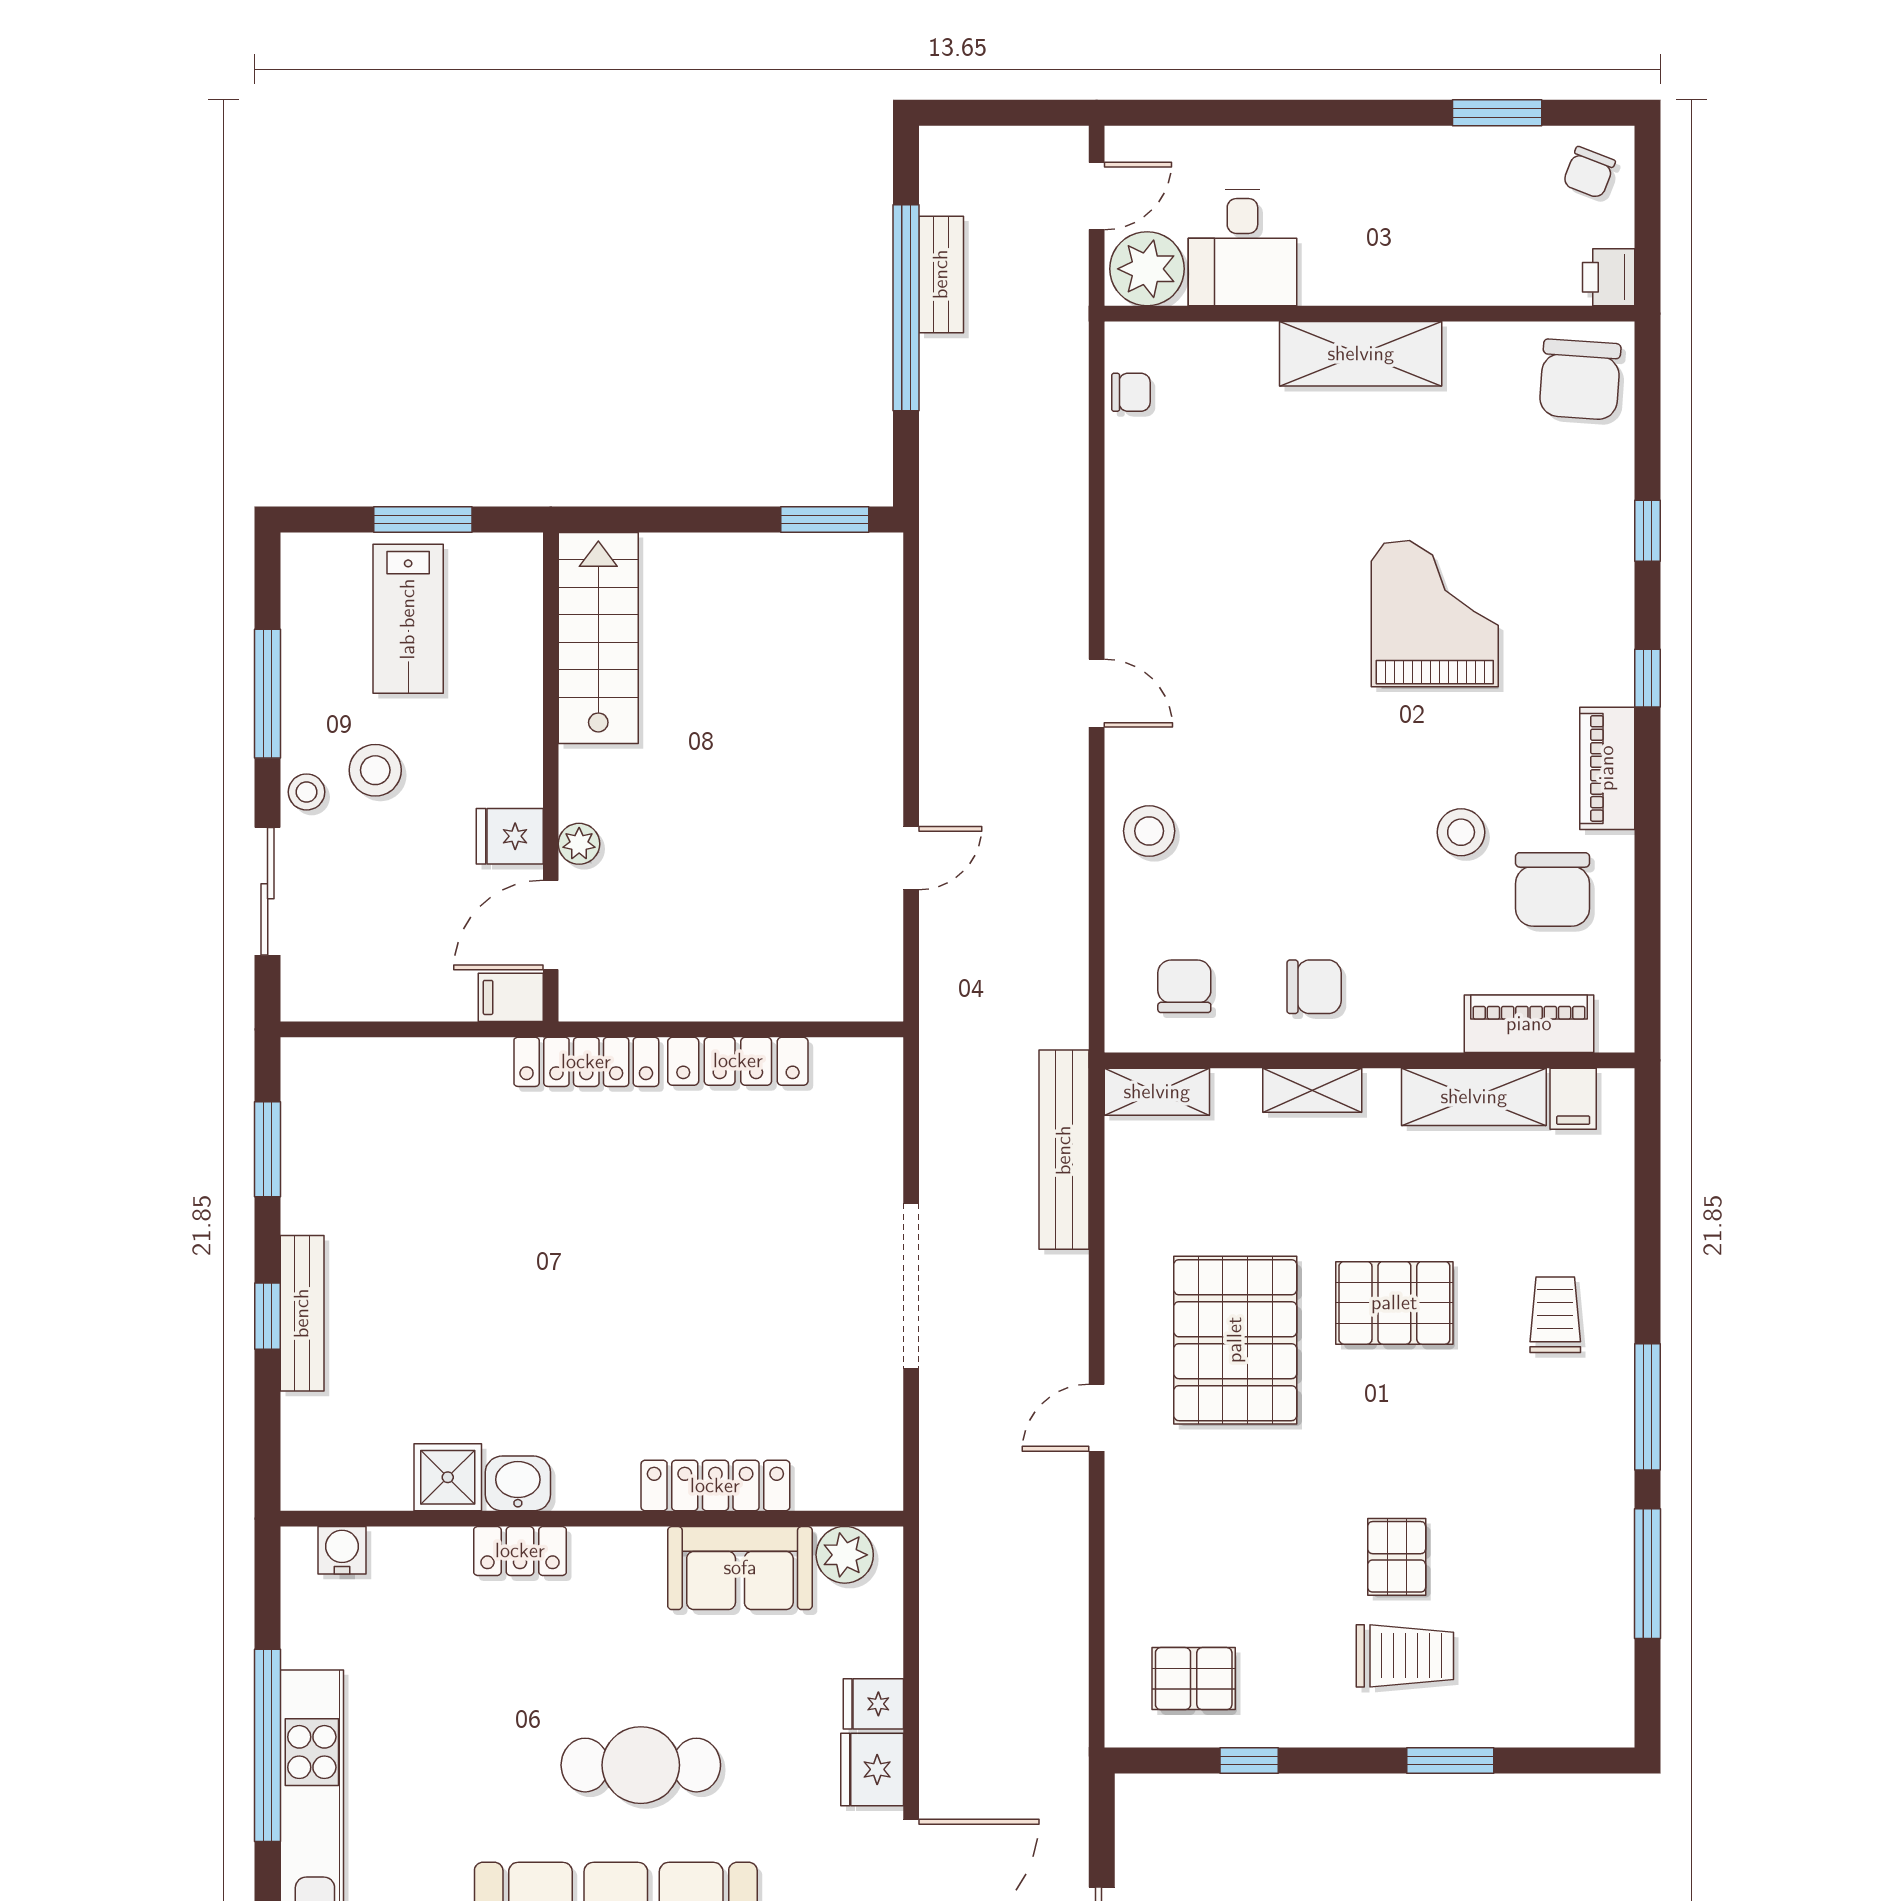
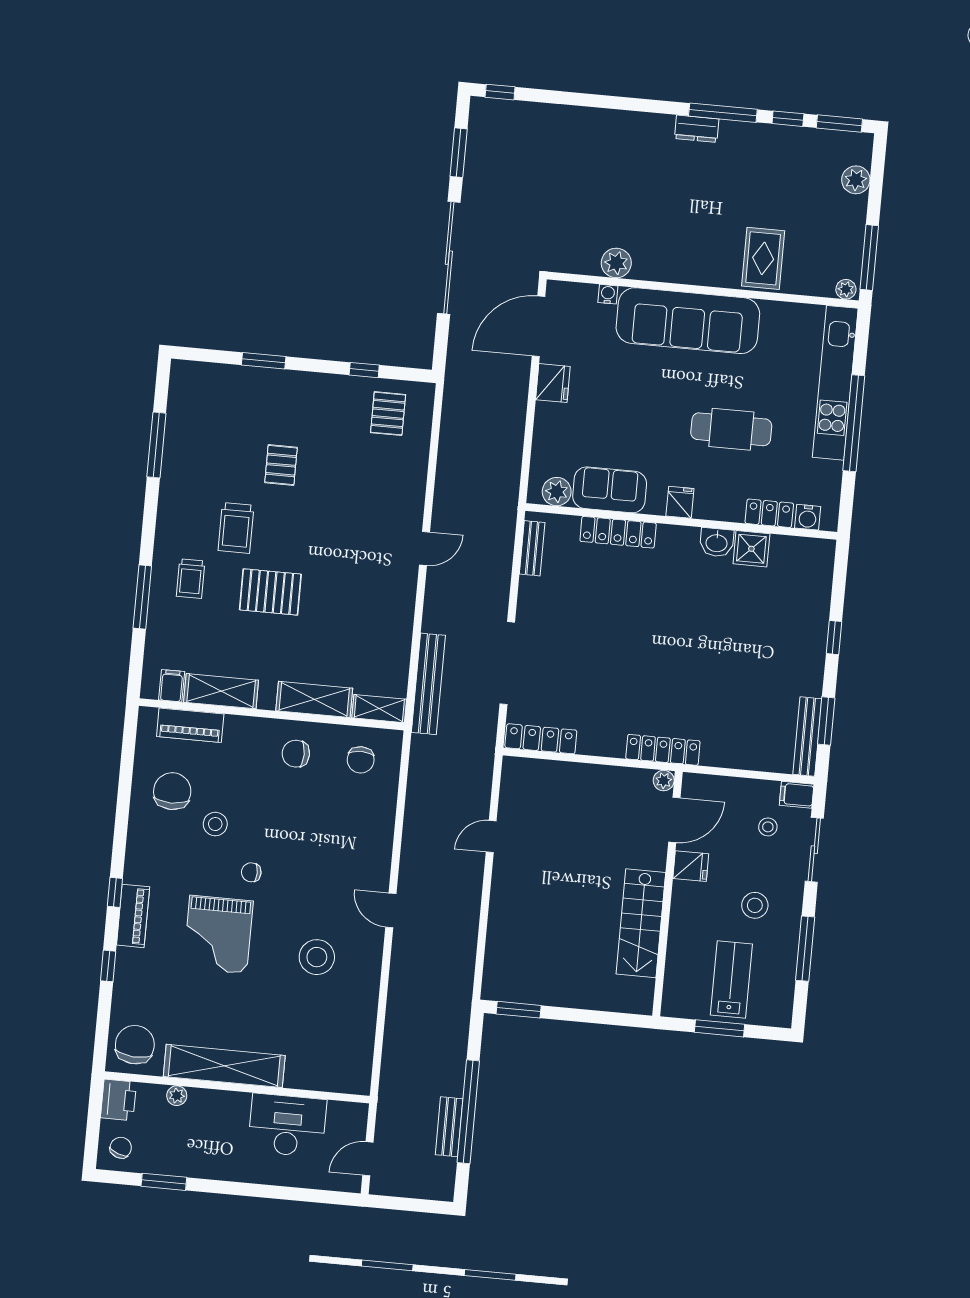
desk: (1242, 248) -> (287, 1125), width x1.37
plant: (1147, 269) -> (177, 1096), moved, width x0.53, depth x0.53
printer: (1609, 277) -> (118, 1100), width x1.36, depth x1.24
shelving: (1361, 354) -> (224, 1066), width x1.47
chair: (1131, 392) -> (251, 872), moved
stairs: (598, 638) -> (641, 923), moved
piano: (1607, 768) -> (133, 916), moved
stool: (307, 792) -> (768, 827), moved
stool: (1149, 831) -> (317, 957), moved, width x1.38, depth x1.38
plant: (579, 844) -> (664, 781), moved
filing cabinet: (511, 997) -> (797, 795), moved, turned 180
locker: (738, 1061) -> (541, 739), moved
shelving: (1312, 1090) -> (314, 699), width x1.50, depth x1.33
doorway: (911, 1286) -> (507, 663), moved
bench: (302, 1313) -> (807, 736), moved
pallet: (1235, 1340) -> (352, 581), removed
window: (1648, 1407) -> (142, 597), moved
bench: (883, 1438) -> (532, 548), added
locker: (520, 1551) -> (769, 513), moved
trolley: (1405, 1656) -> (236, 528), moved, turned -90
pallet: (1194, 1679) -> (388, 414), turned 90
fridge: (873, 1704) -> (680, 502), moved, turned -90
cafe table: (641, 1765) -> (731, 429), moved

